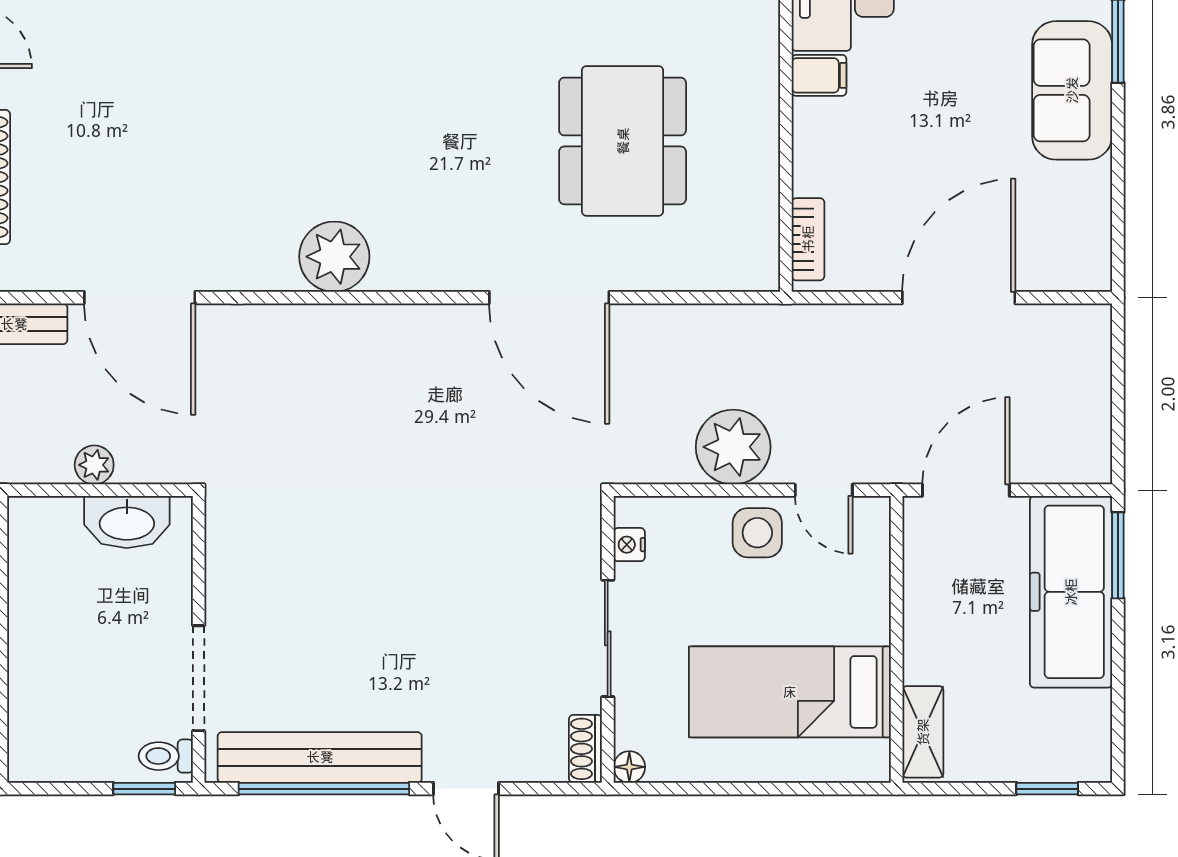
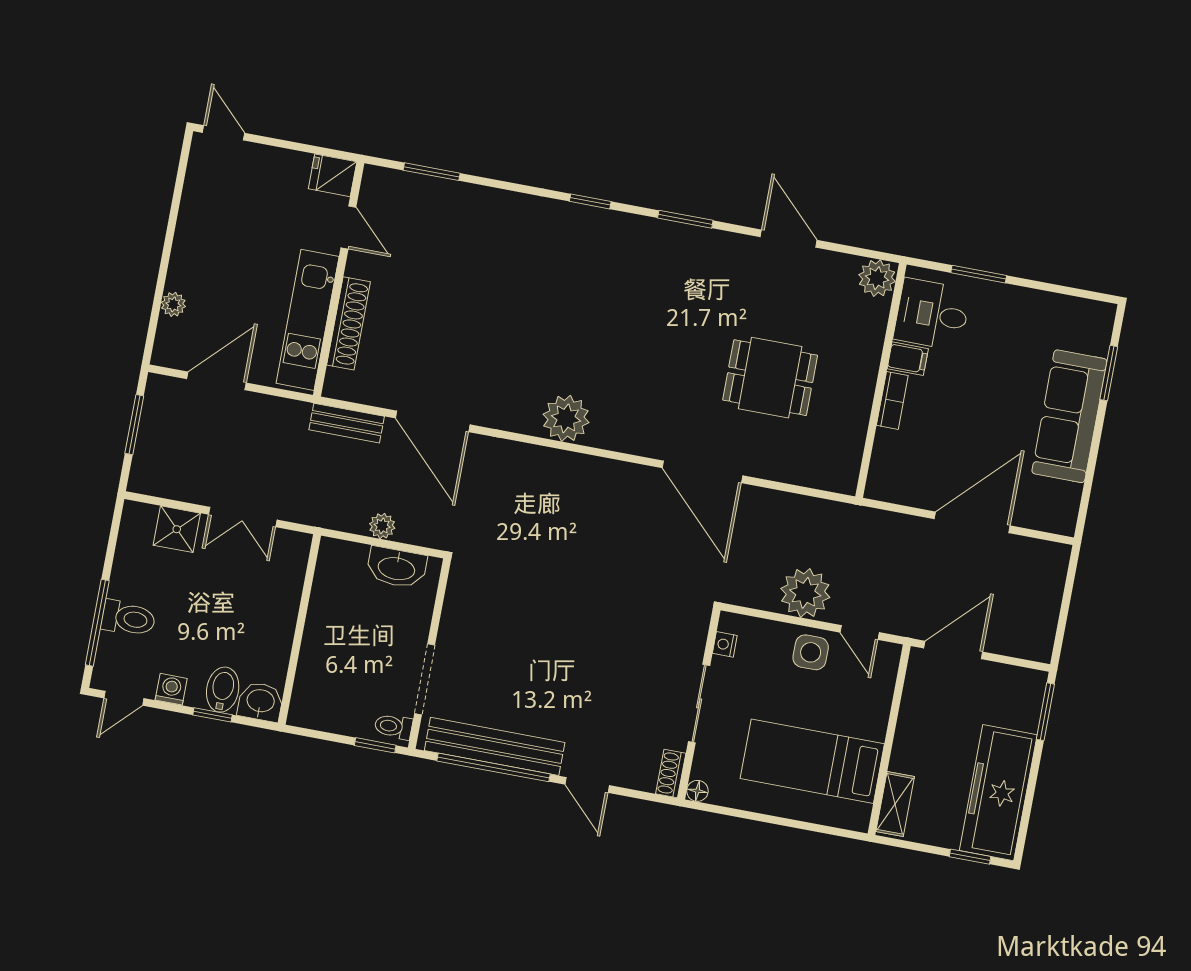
sofa: (1072, 90) -> (1069, 416), width x1.36
dining table: (623, 141) -> (770, 378), width x0.73
bookcase: (808, 239) -> (892, 400), moved
freezer: (1071, 592) -> (998, 793), moved

